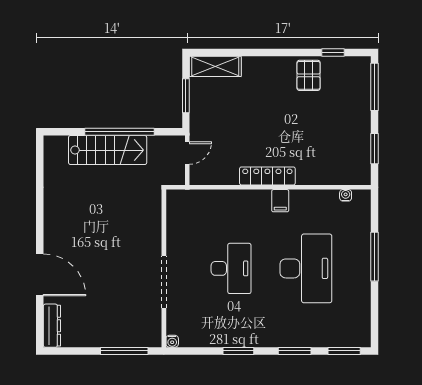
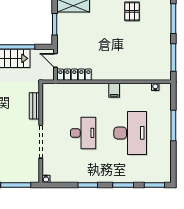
window: (374, 149) -> (173, 58), width x1.44
door: (187, 153) -> (56, 60), swing flipped
locker: (267, 176) -> (74, 75), moved
bench: (154, 226) -> (34, 106), added

